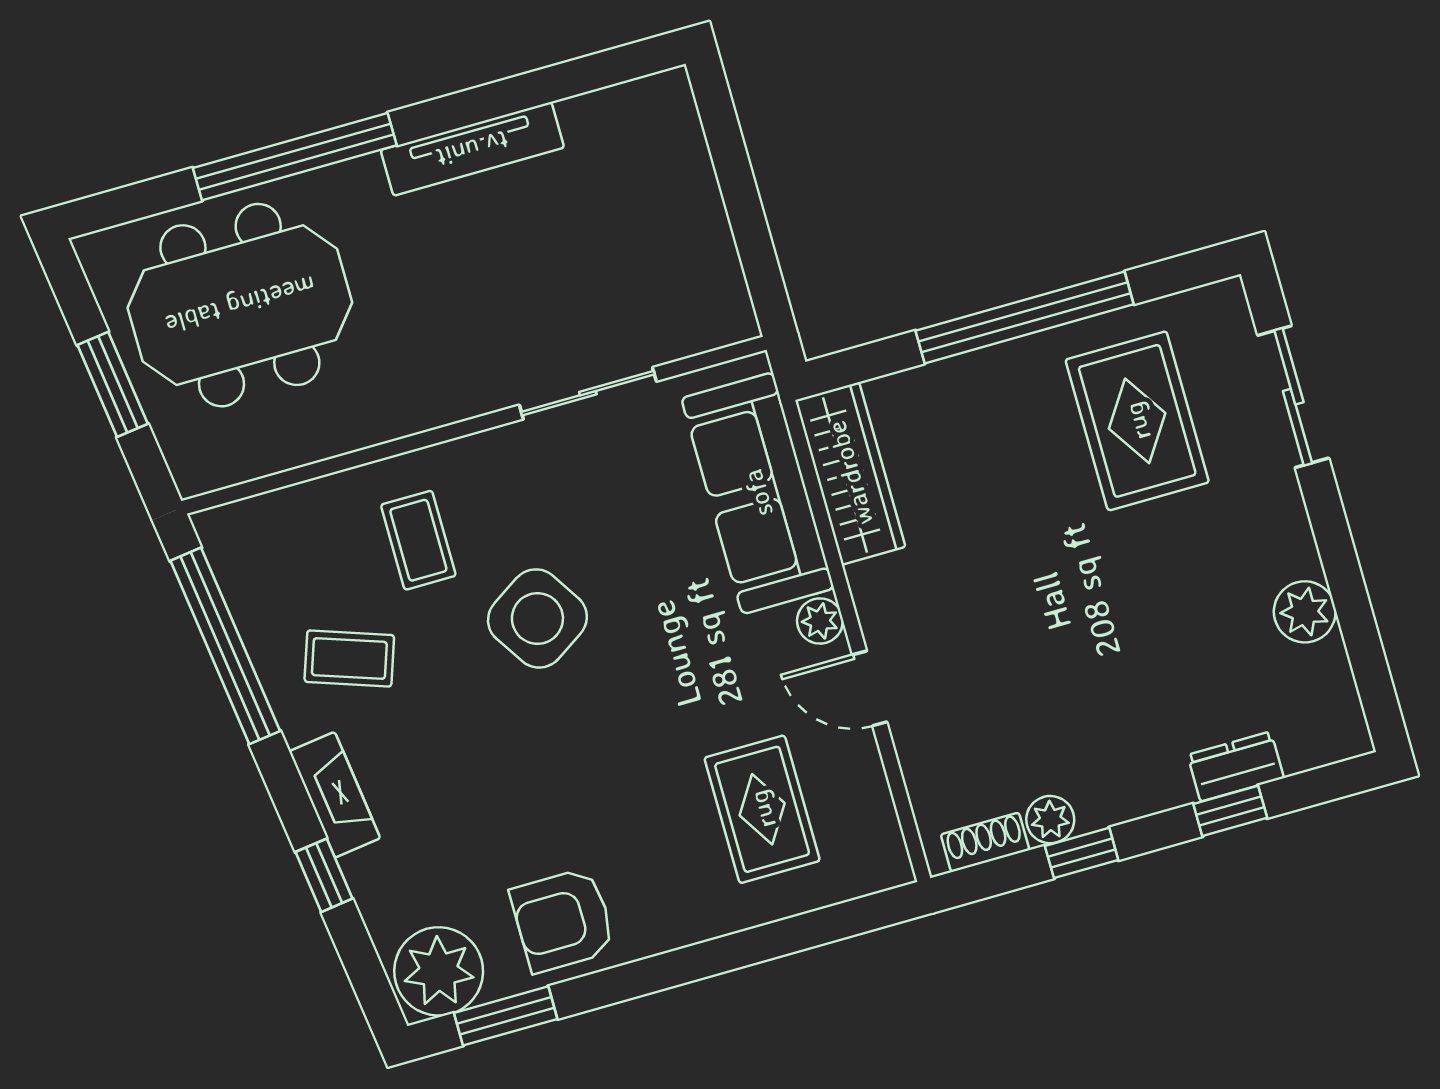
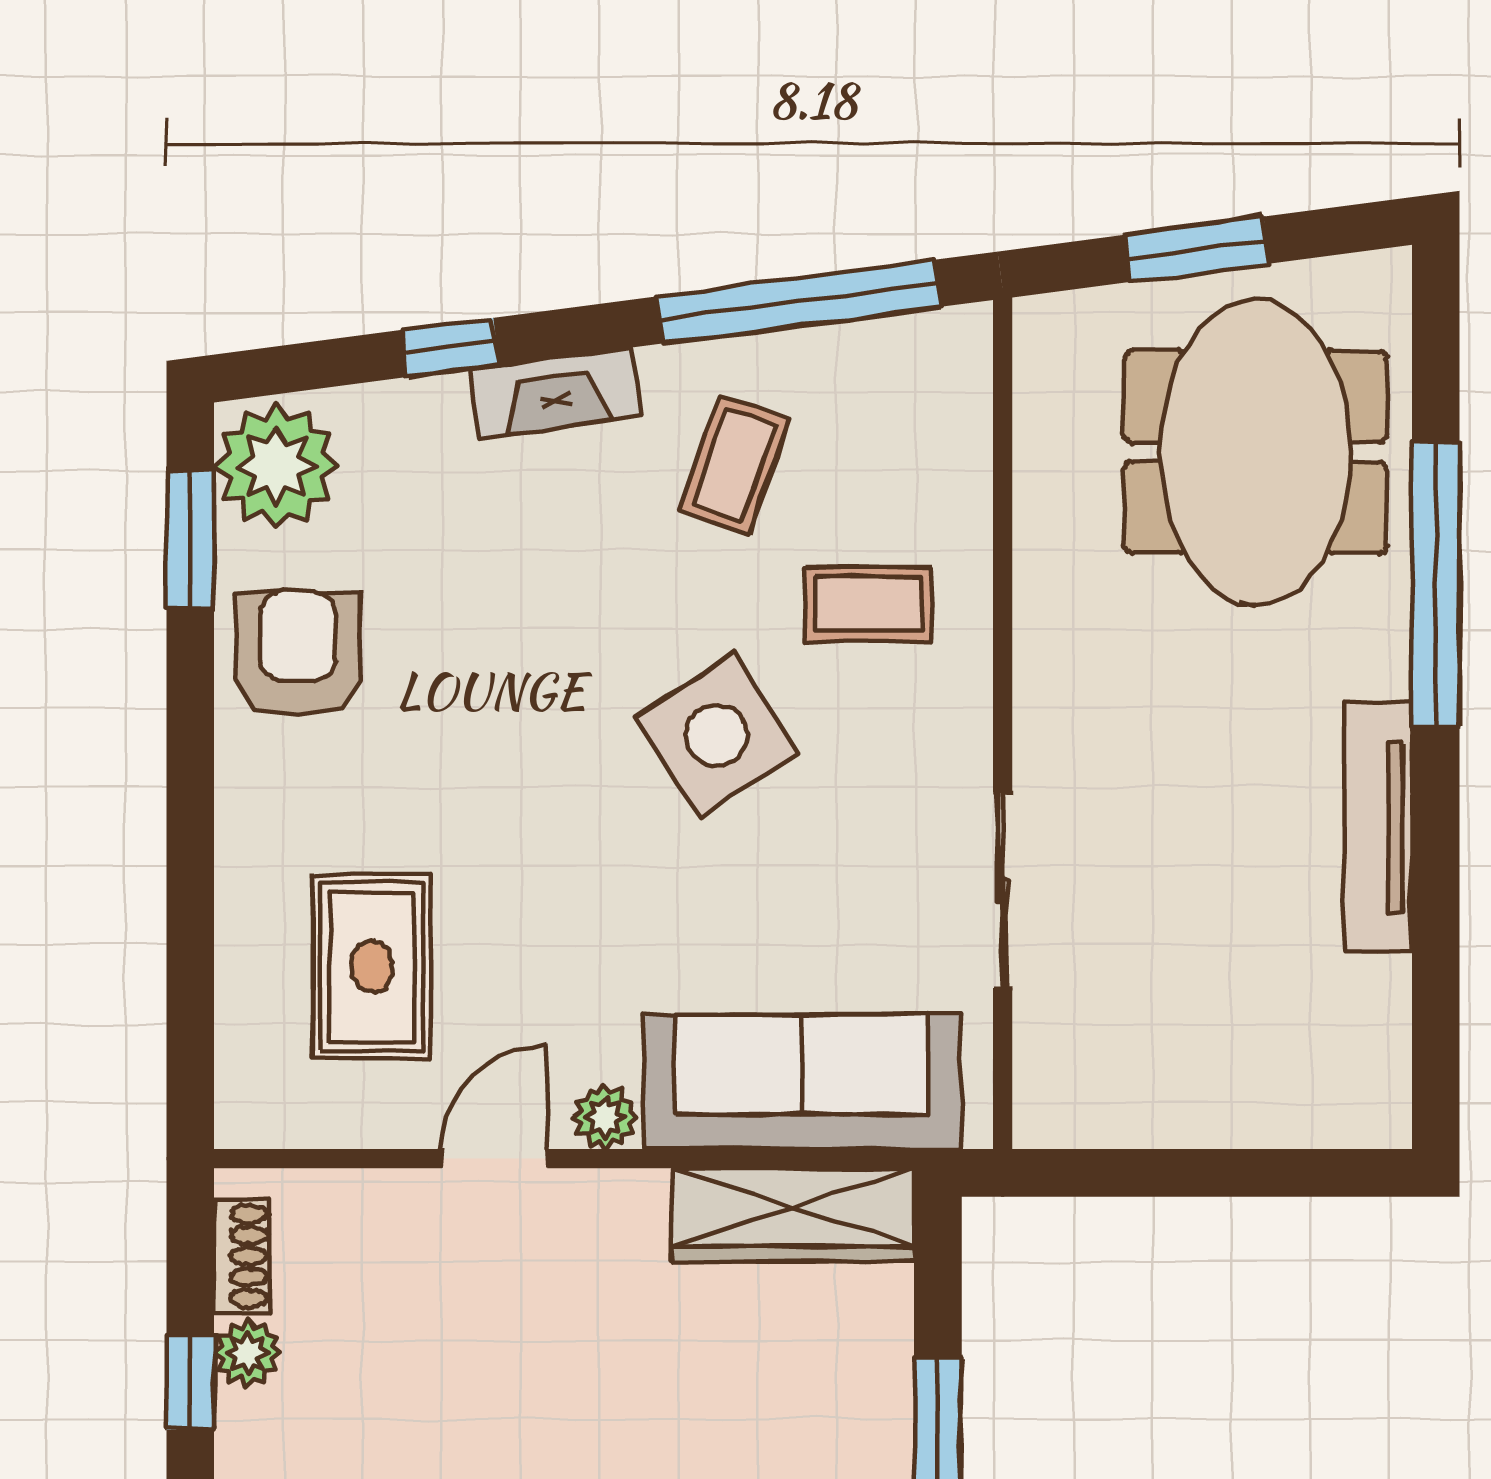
rug: (762, 809) -> (372, 966), turned 90

